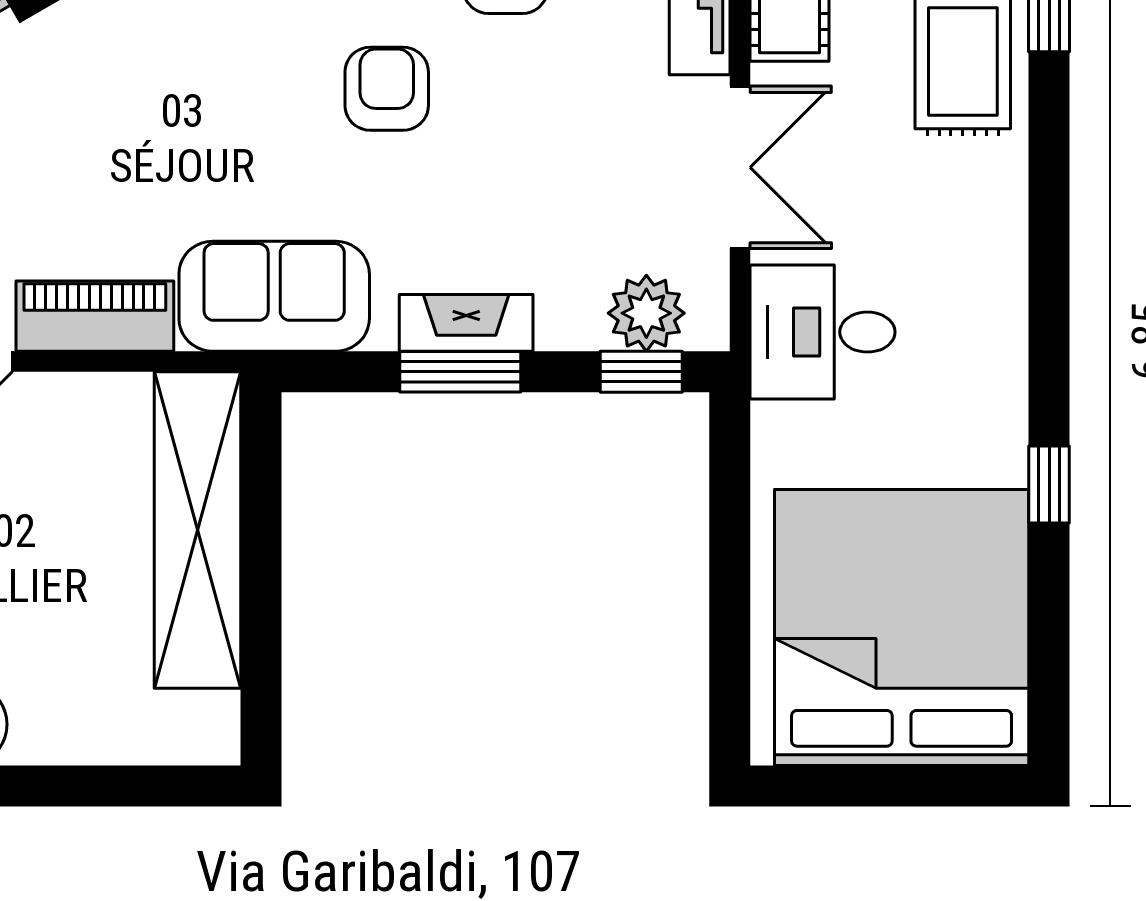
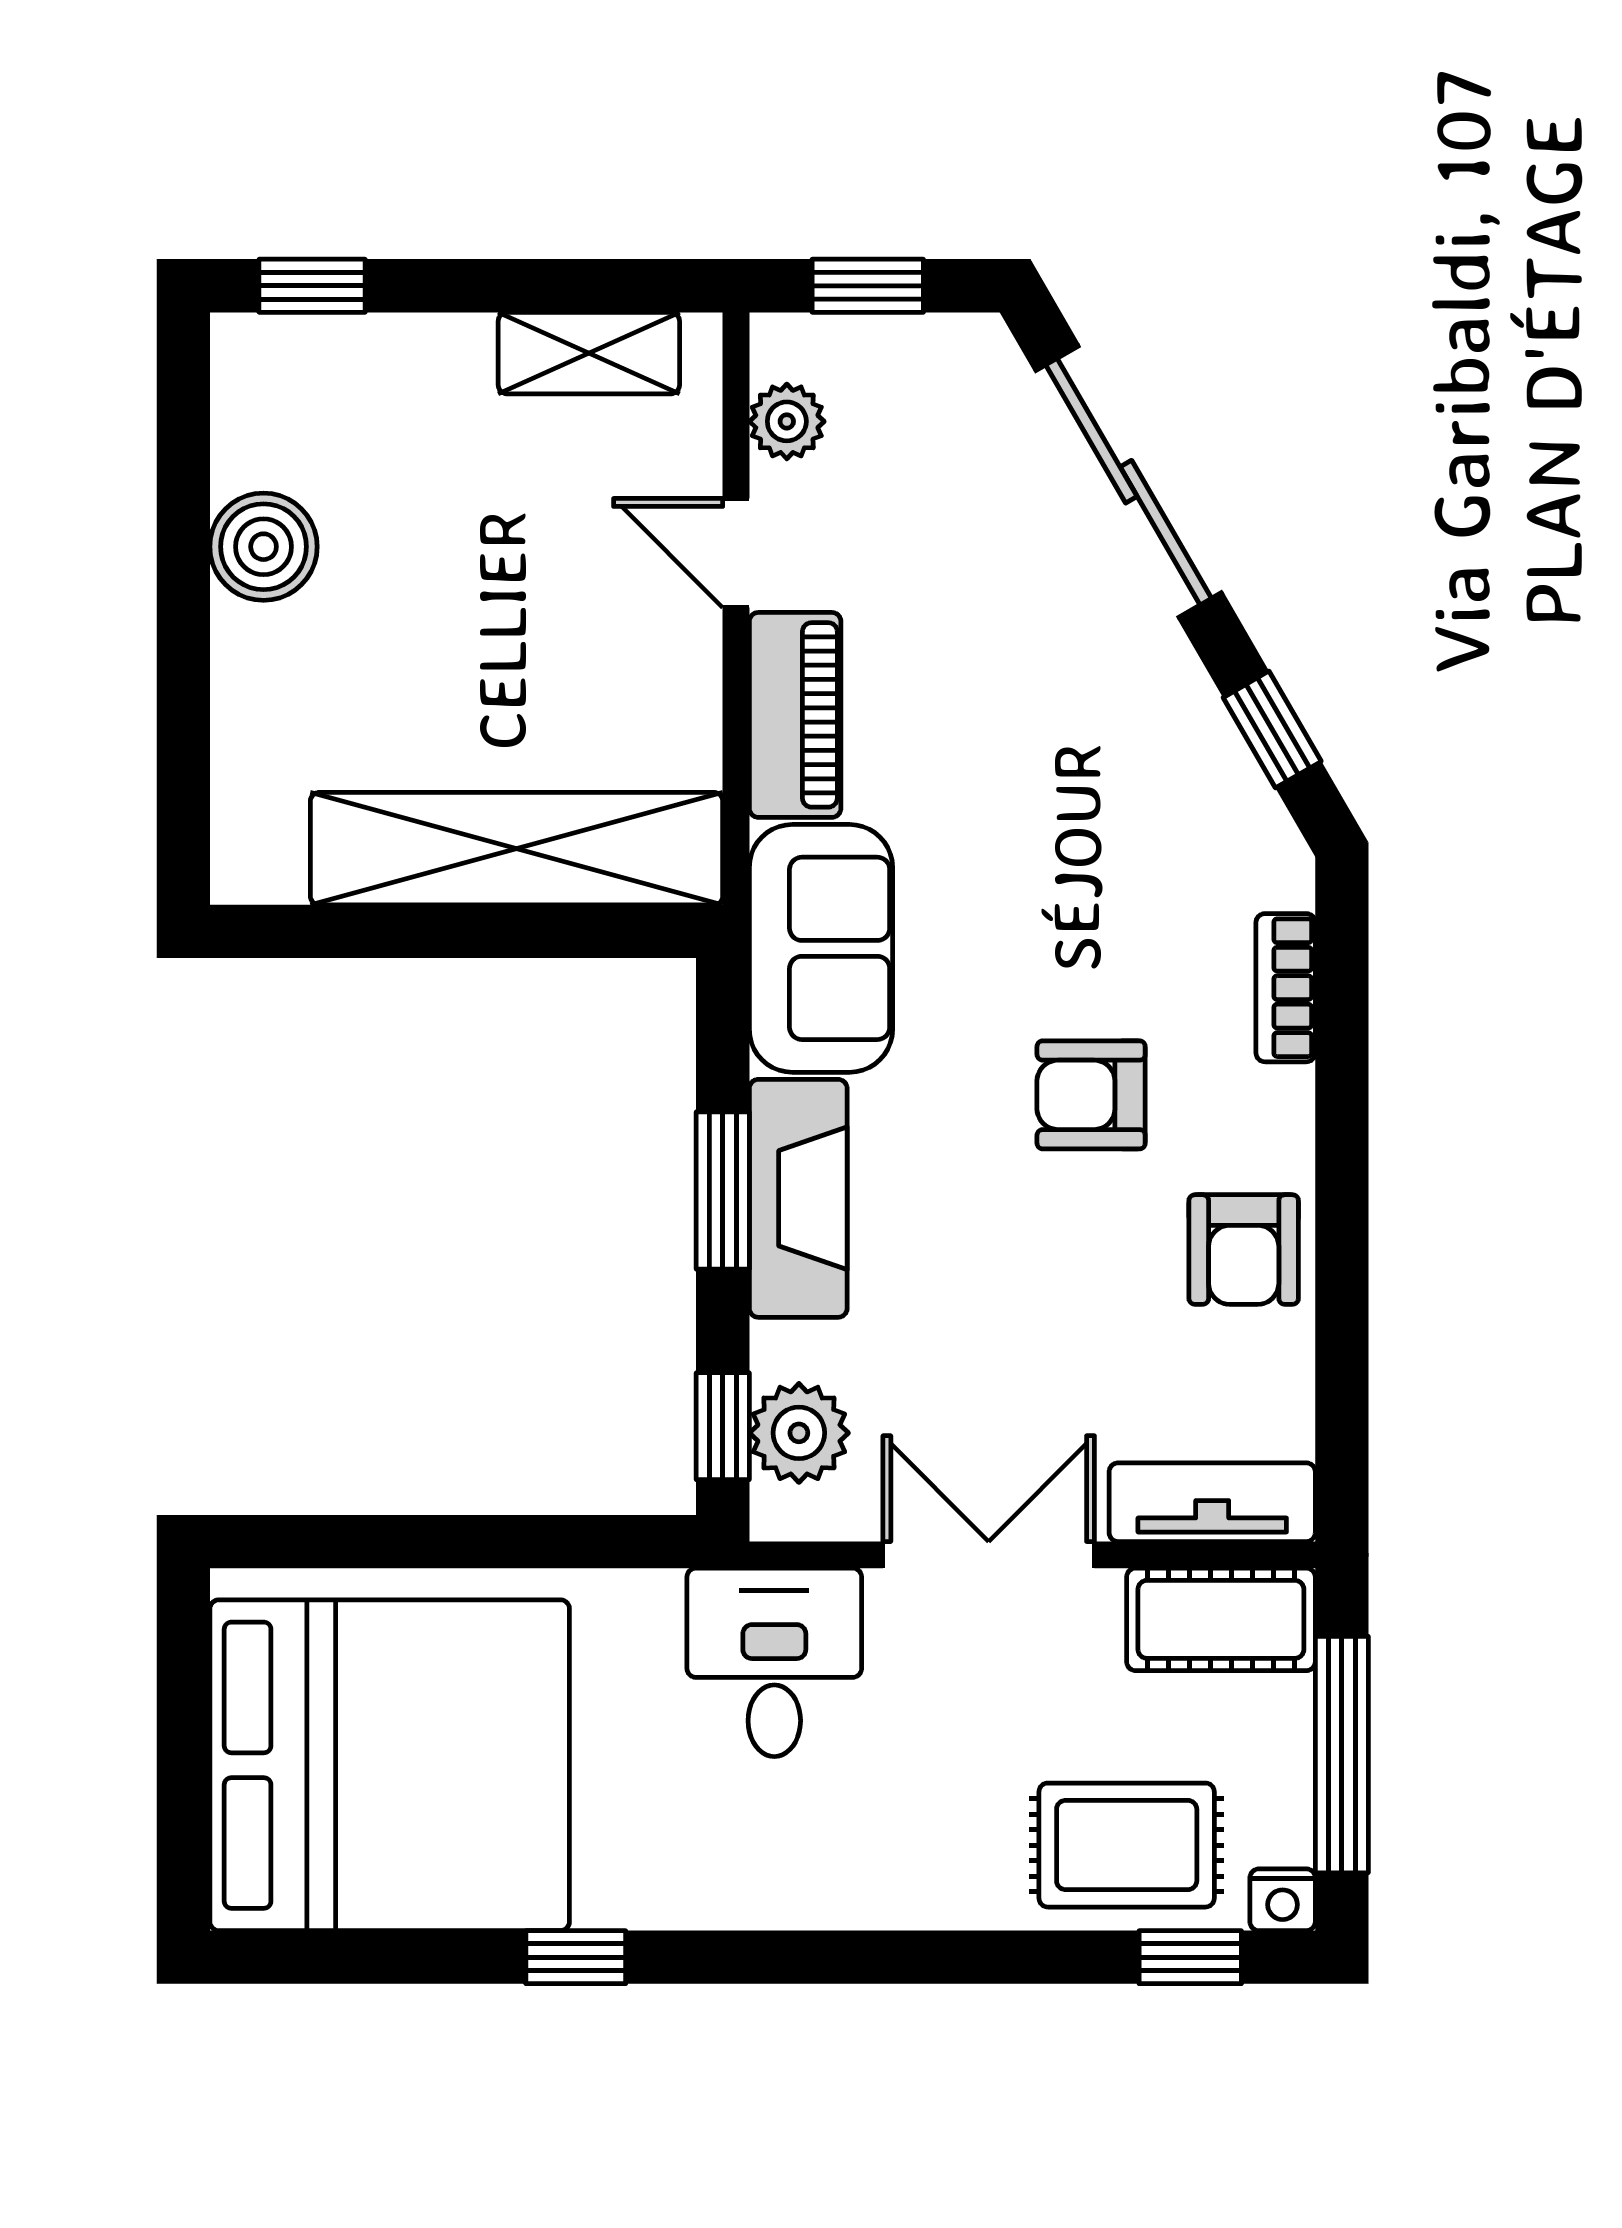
armchair: (387, 89) -> (1091, 1095), turned 180
double door: (740, 167) -> (989, 1555), swing flipped
fireplace: (466, 323) -> (798, 1198), width x1.37, depth x1.32

